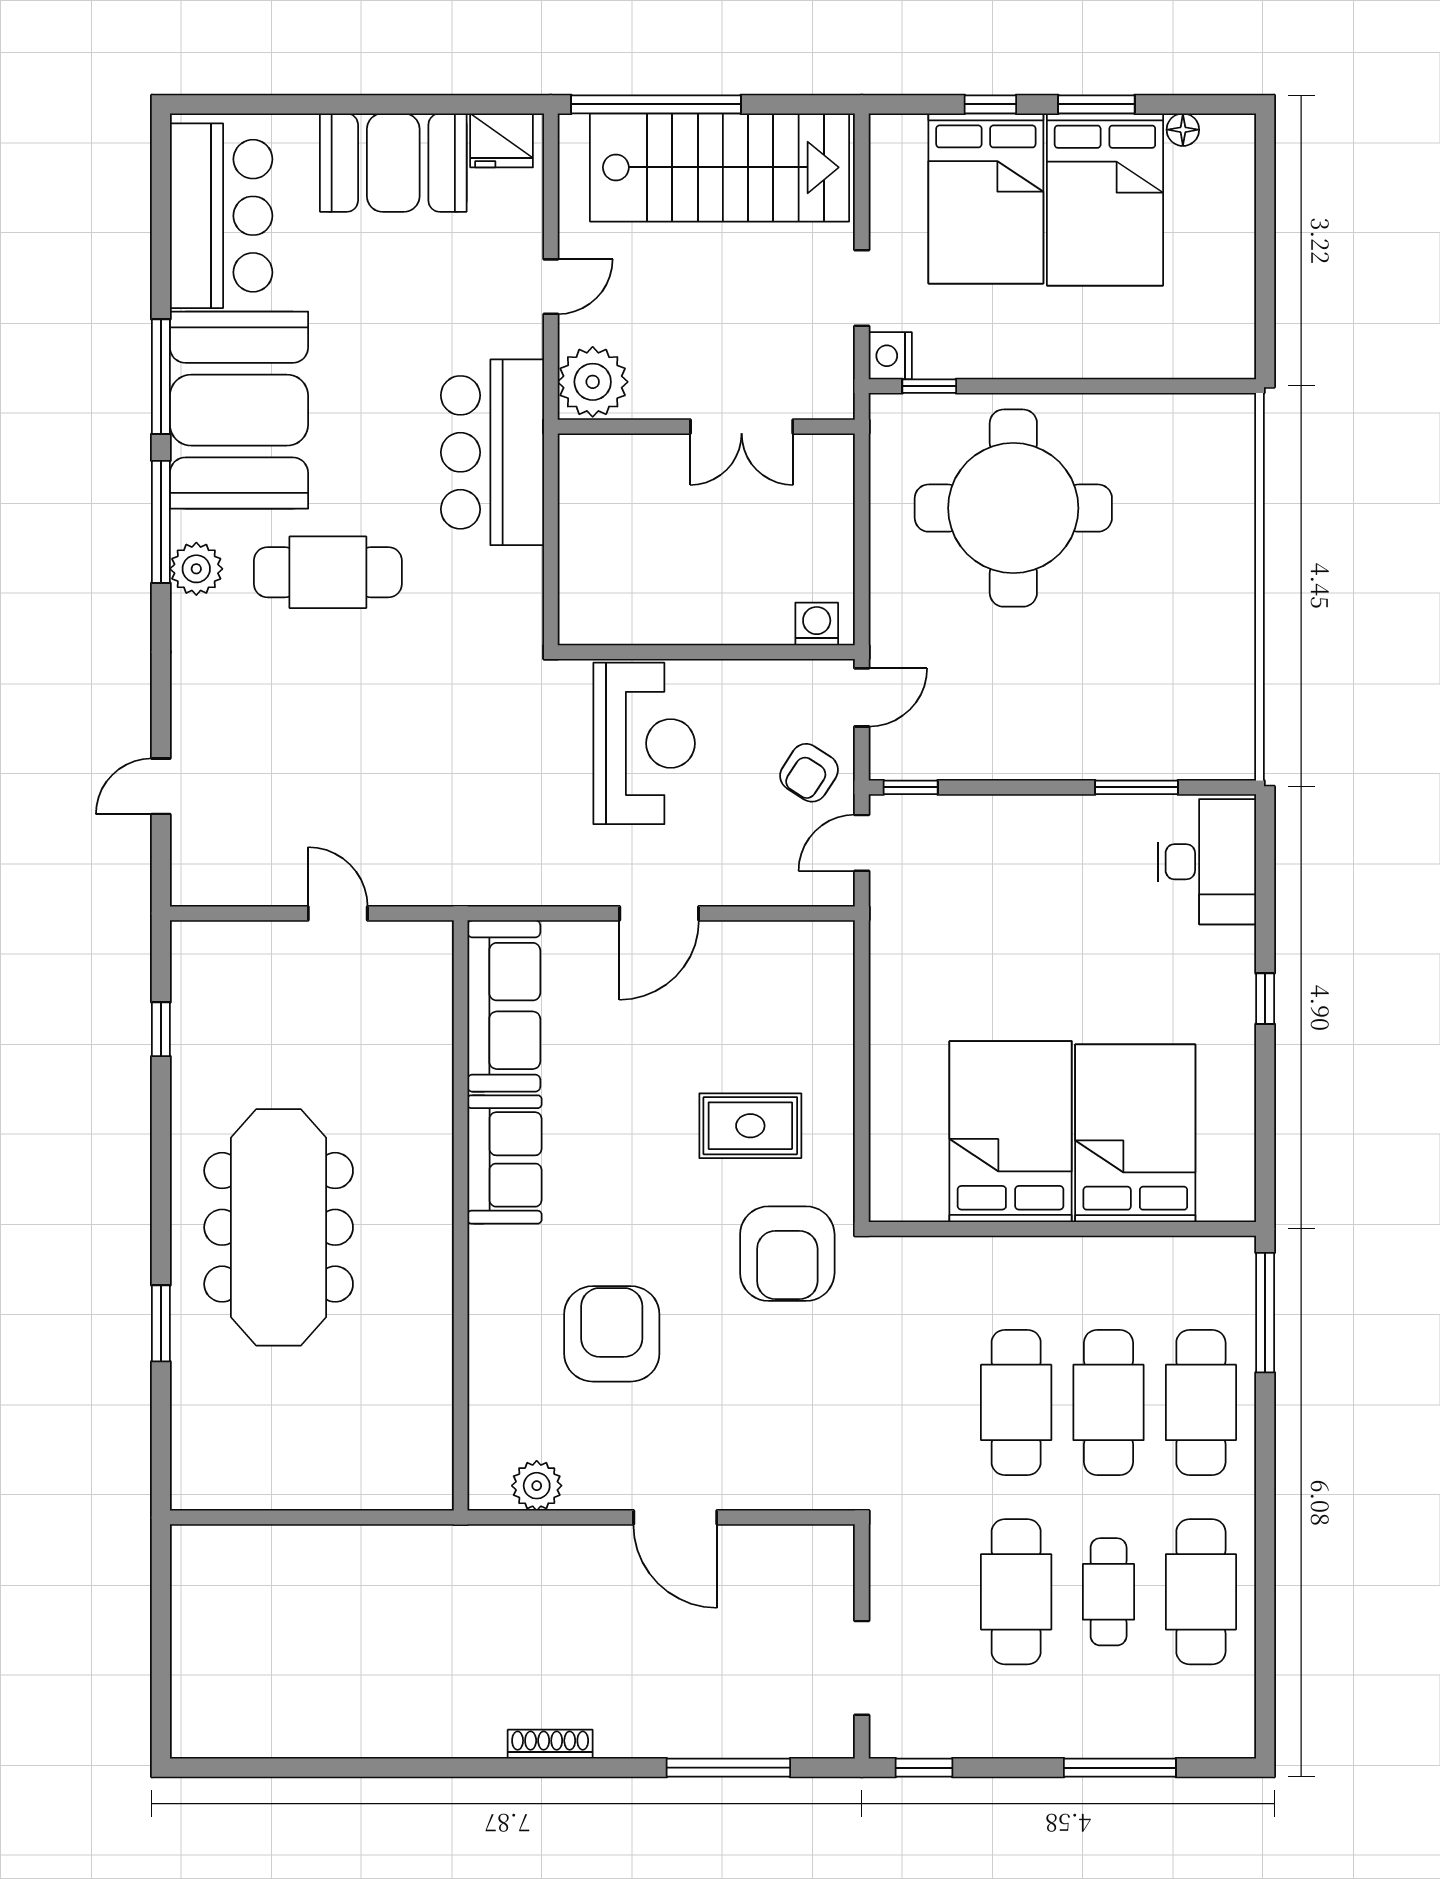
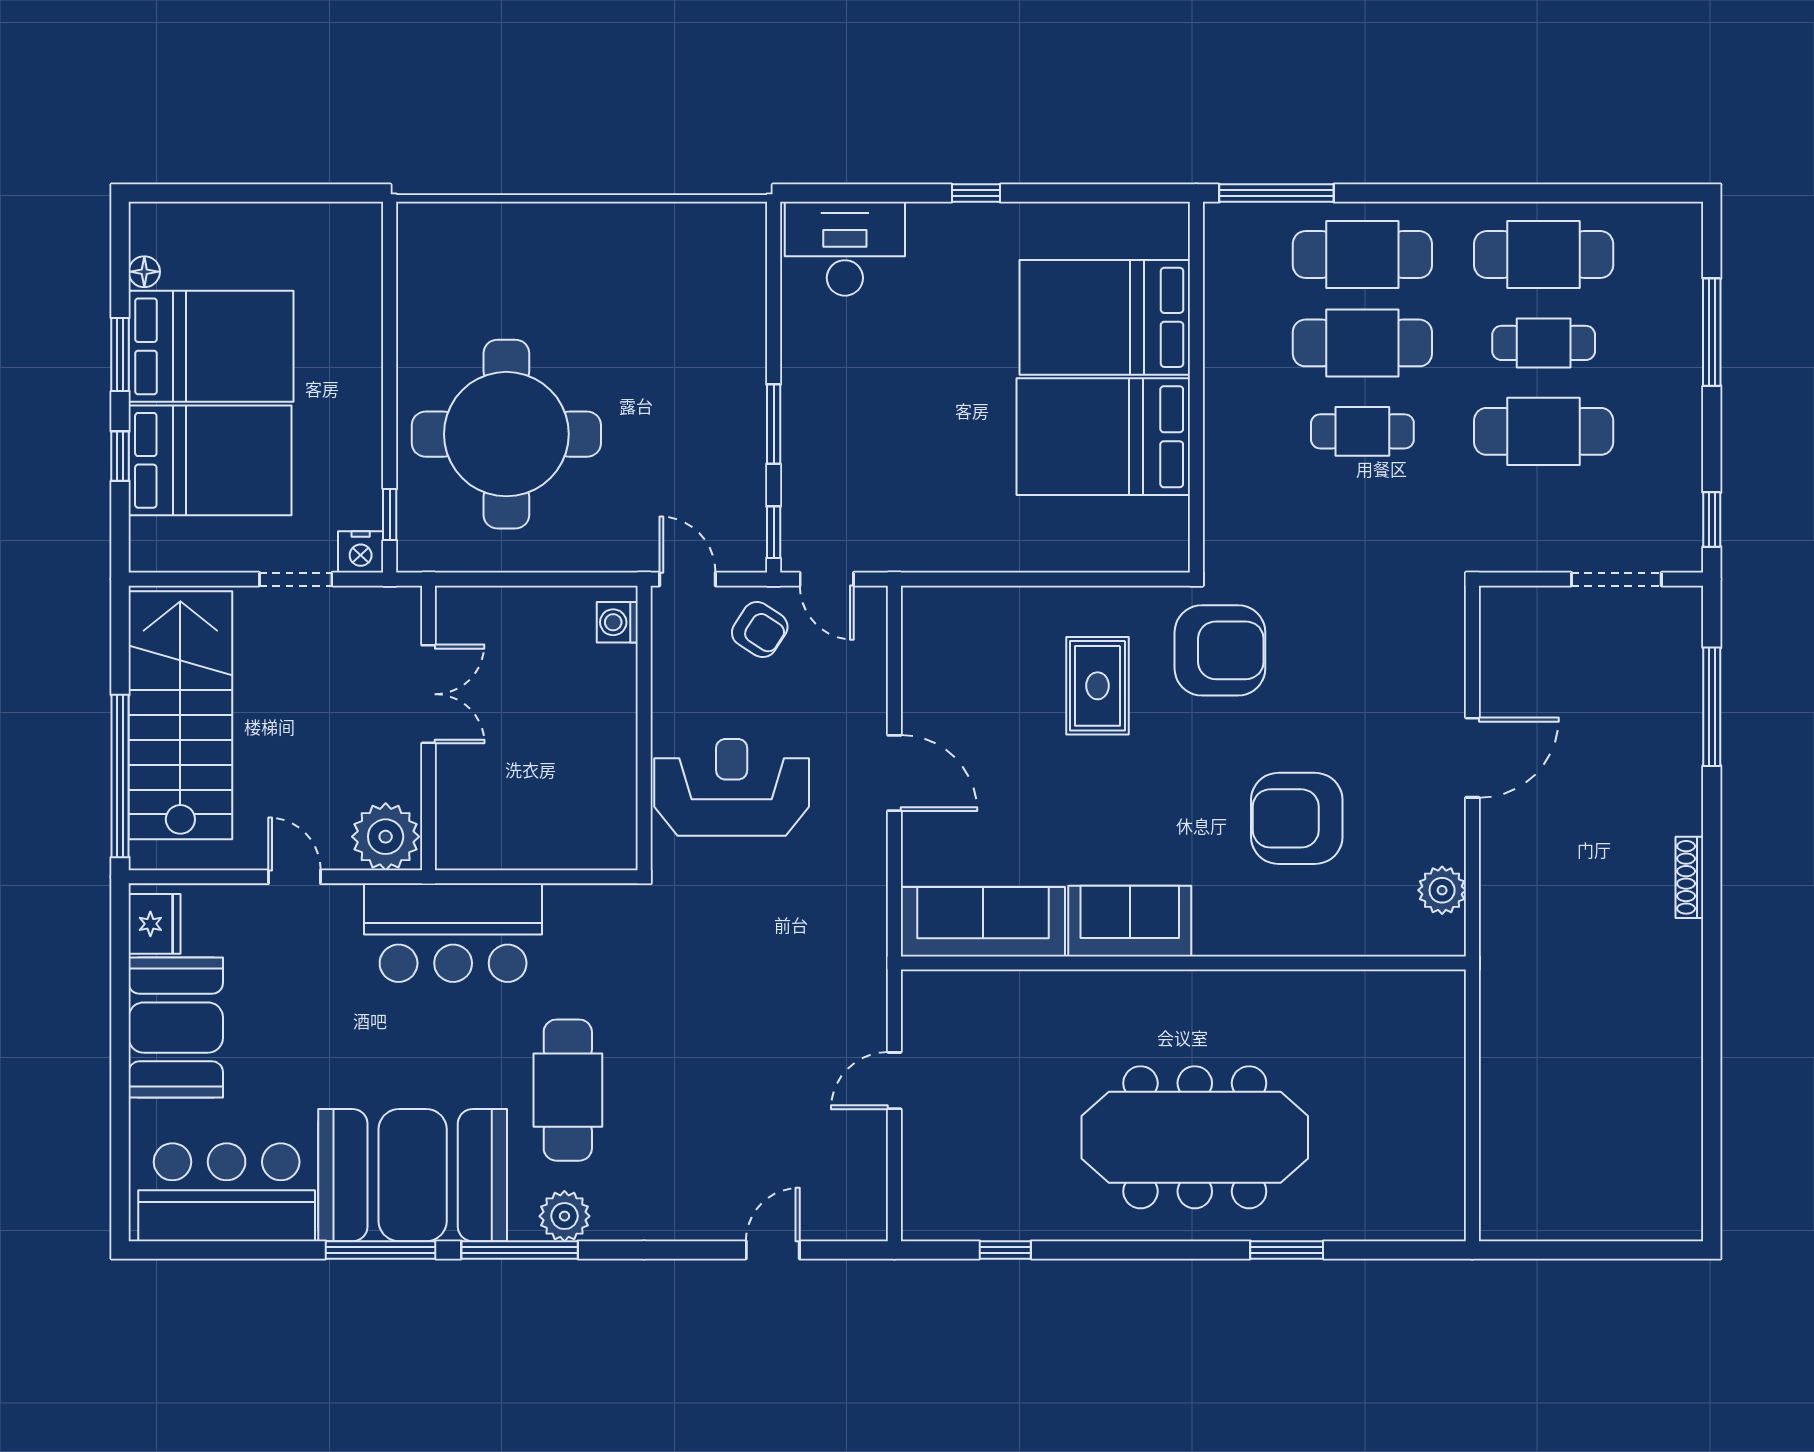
door: (161, 786) -> (773, 1250), swing flipped
window: (1136, 787) -> (774, 424), moved
cafe table: (1016, 1402) -> (1362, 431), width x0.73, depth x0.74

